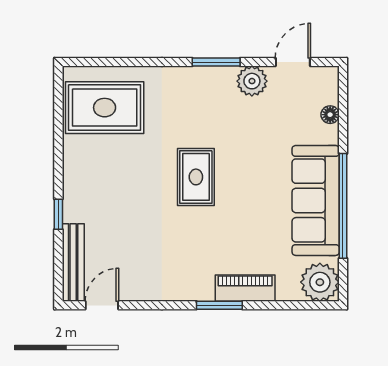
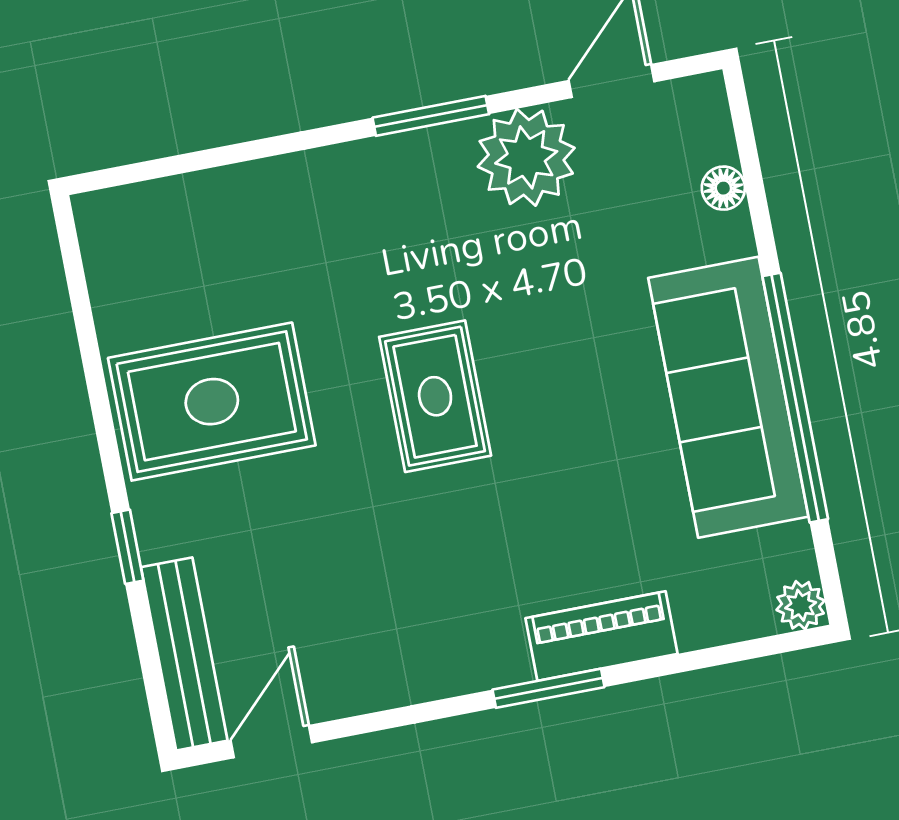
plant: (252, 81) -> (526, 157), width x1.36, depth x1.36
rug: (105, 108) -> (212, 402), moved
plant: (320, 282) -> (801, 605), width x0.53, depth x0.53

